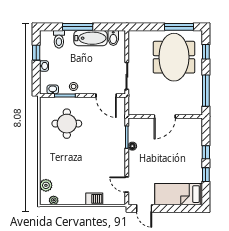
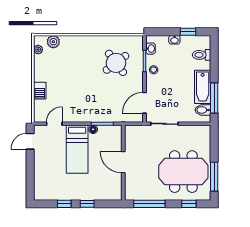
window: (78, 27) -> (214, 98), moved
round table: (67, 124) -> (116, 63), turned -37
bed: (179, 194) -> (77, 149), moved, turned 180

